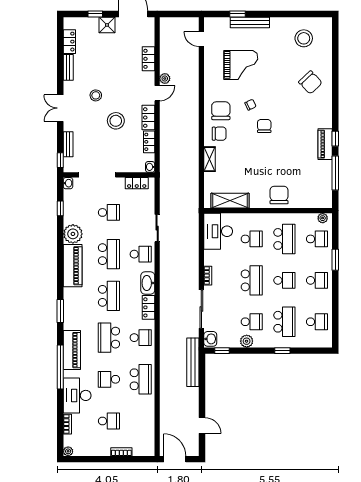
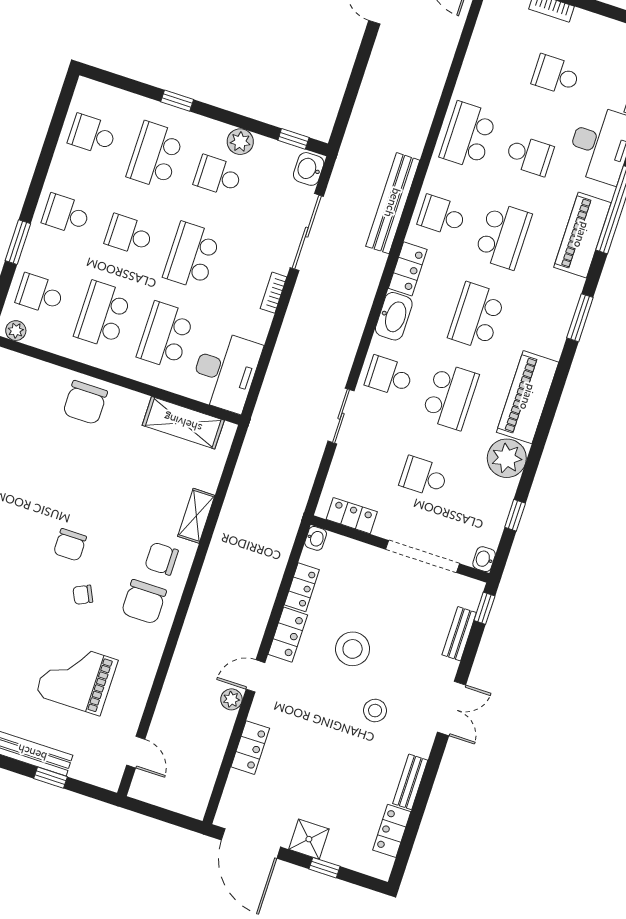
school desk: (252, 239) -> (166, 335), width x1.85
school desk: (109, 254) -> (450, 396), turned 180
bench: (193, 362) -> (393, 203), moved

